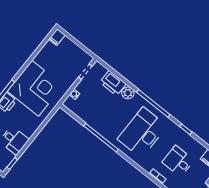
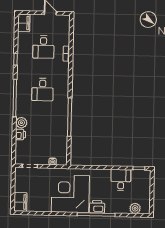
filing cabinet: (57, 37) -> (20, 202), width x2.00
printer: (113, 83) -> (20, 135), width x0.53, depth x0.68
desk: (142, 133) -> (43, 90), width x0.53, depth x0.77

